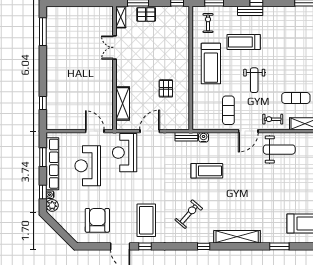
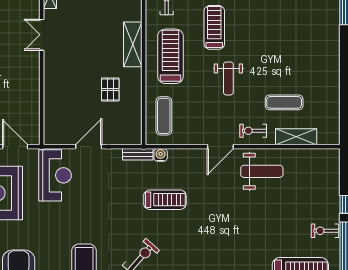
treadmill: (244, 42) -> (214, 27), turned 90
treadmill: (211, 64) -> (170, 56), turned 180
shelving: (123, 103) -> (133, 44), moved
exercise mat: (228, 110) -> (164, 116), moved
reception desk: (125, 153) -> (55, 175), turned 180

